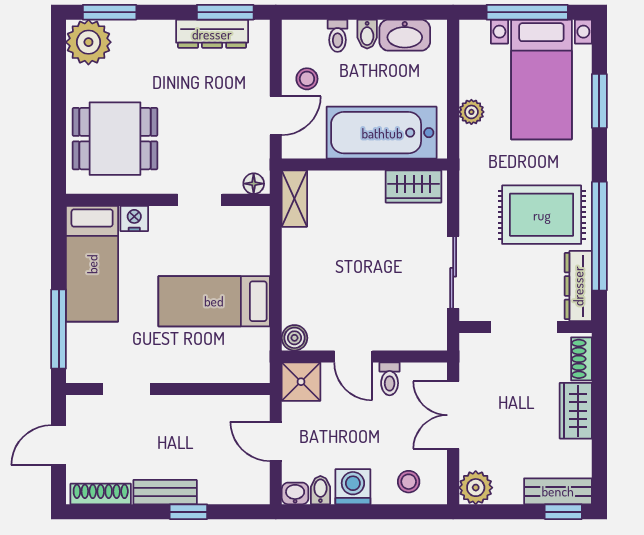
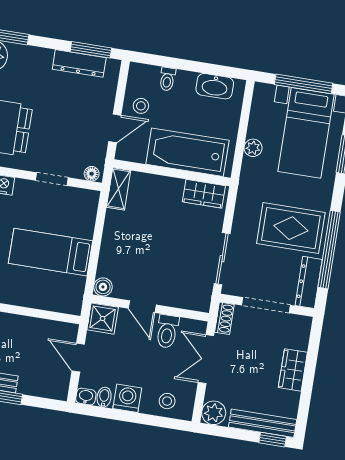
bidet: (367, 34) -> (188, 81), removed
shoe rack: (582, 359) -> (224, 318), moved, turned 180
toilet: (390, 379) -> (167, 331), width x1.37, depth x1.39
bench: (558, 491) -> (263, 423), width x1.36

